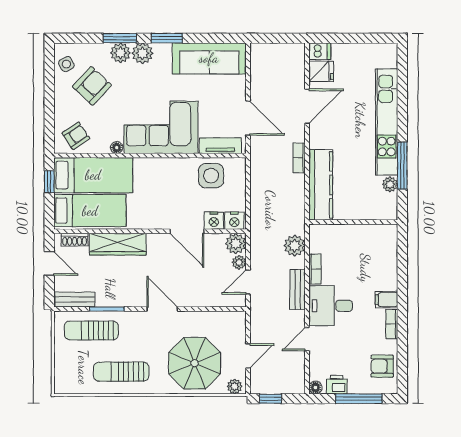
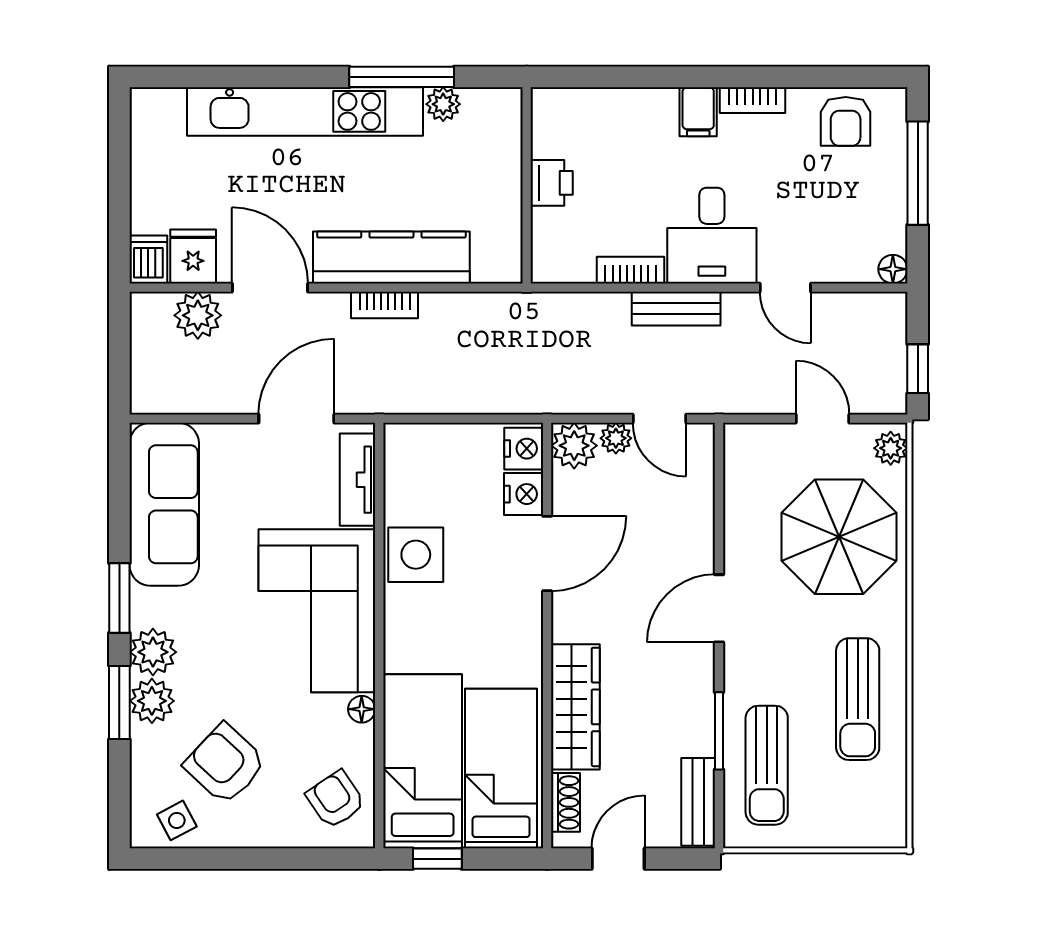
side table: (211, 176) -> (416, 555), moved
kitchen counter: (321, 185) -> (391, 257), moved
plant: (295, 246) -> (198, 315), moved
printer: (337, 385) -> (552, 183), moved, turned 180

